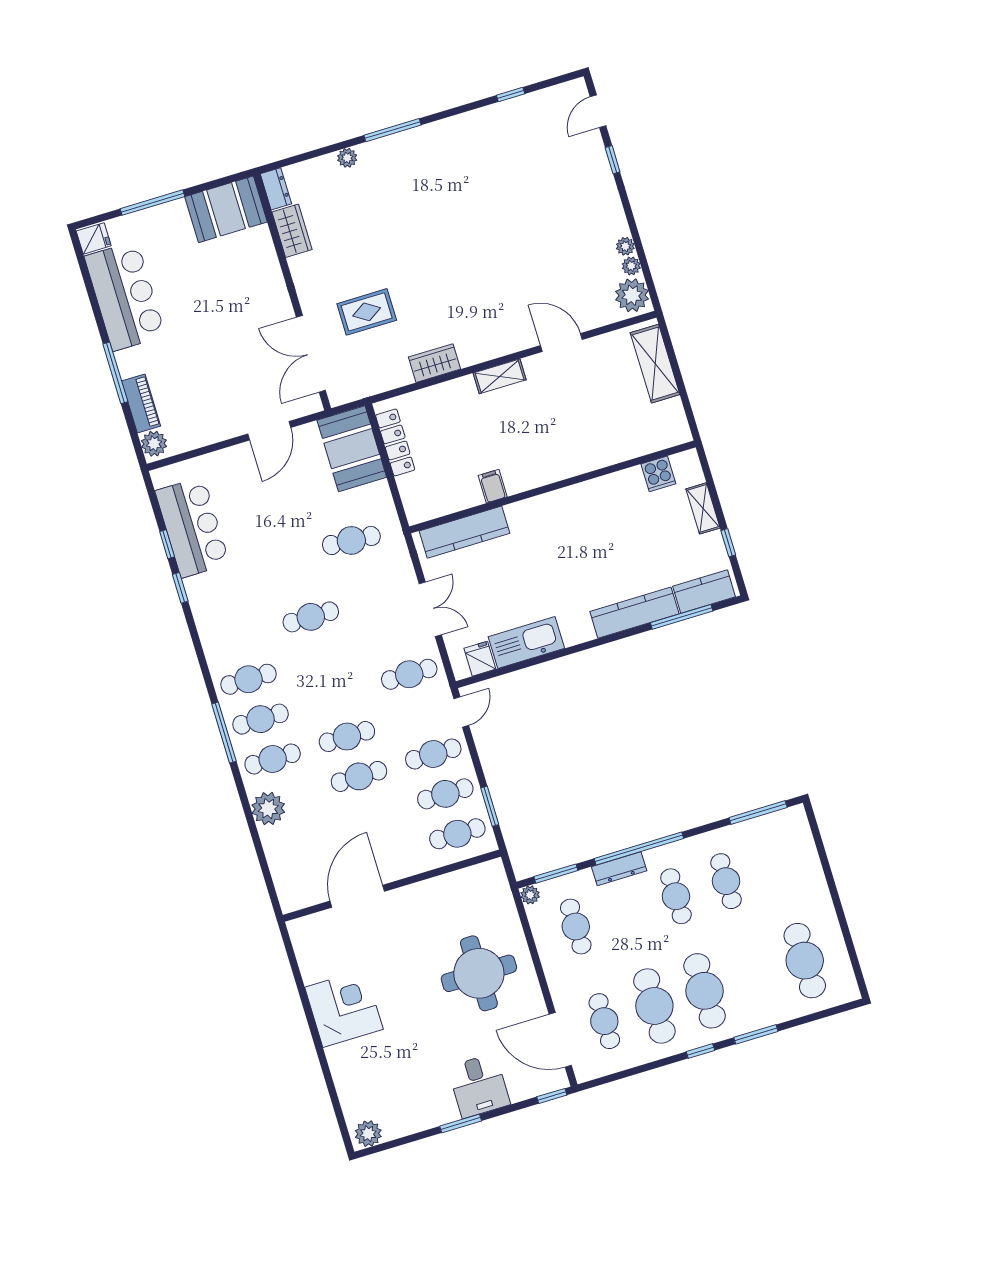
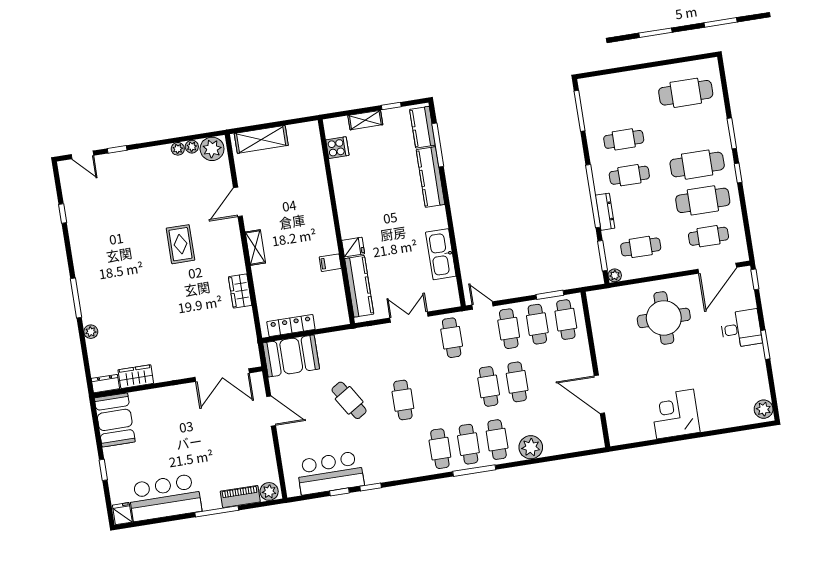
window: (152, 203) -> (103, 470), width x0.46
rug: (367, 312) -> (180, 244), moved
cafe table: (351, 540) -> (349, 400), moved, turned -36
fridge: (480, 659) -> (353, 247), moved, turned 180

